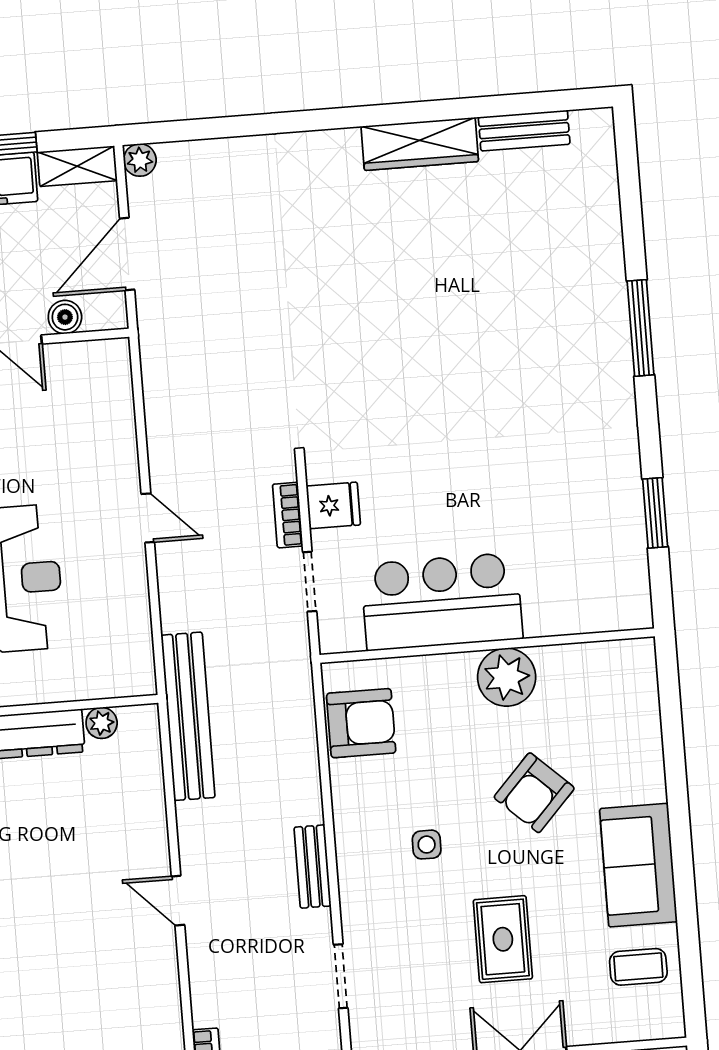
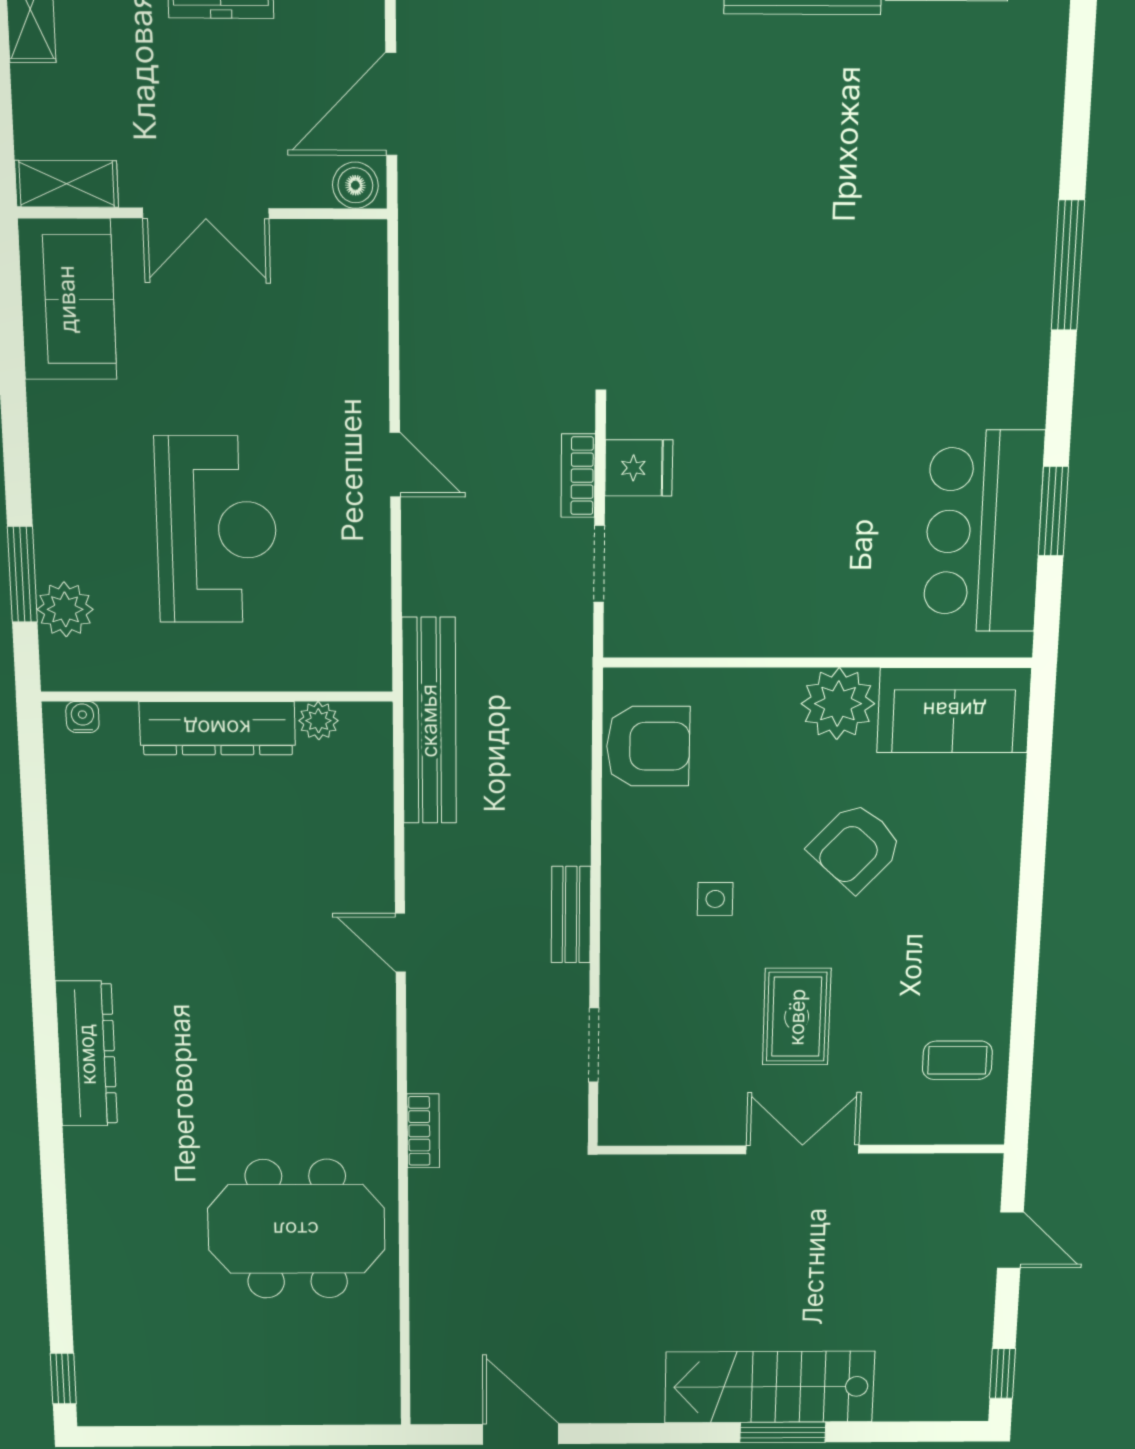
boiler: (65, 317) -> (355, 185), moved
bar counter: (442, 602) -> (983, 531), moved, turned -90
sofa: (638, 865) -> (954, 710), moved, turned -90

